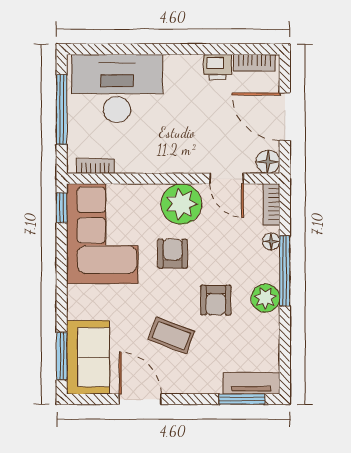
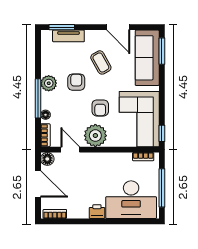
printer: (218, 67) -> (97, 212), moved
coffee table: (171, 335) -> (101, 62), turned 40
sofa: (88, 357) -> (147, 58), width x1.36
tv unit: (251, 383) -> (68, 36), moved

